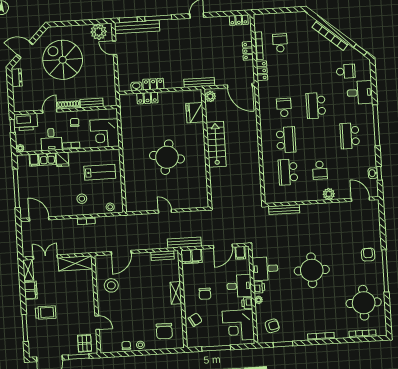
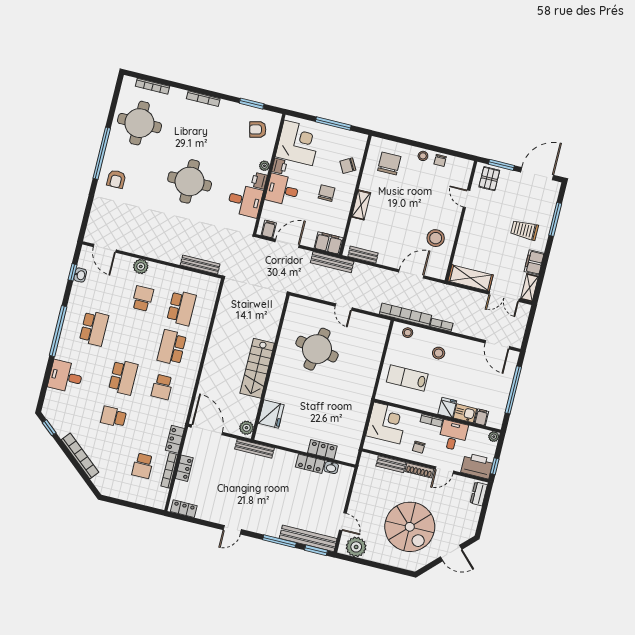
school desk: (346, 71) -> (113, 417), moved
dresser: (17, 78) -> (479, 494), moved
round table: (167, 157) -> (317, 349), moved
bookcase: (116, 220) -> (405, 315), added

